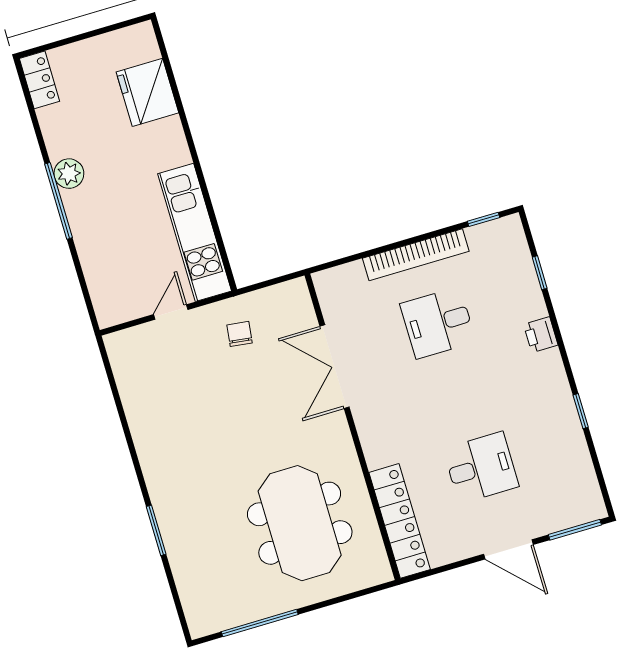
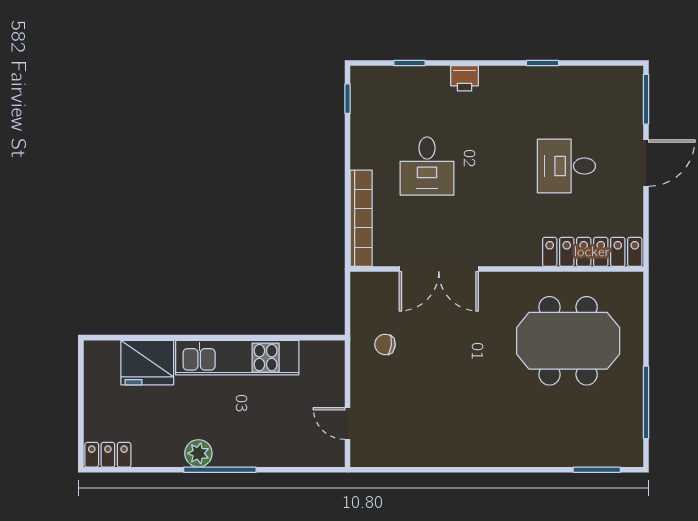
kitchen unit: (195, 232) -> (237, 358), moved
bookcase: (416, 255) -> (361, 218), moved
door: (171, 312) -> (348, 423), moved
desk: (481, 468) -> (566, 166), turned -90
window: (156, 530) -> (597, 470), moved

